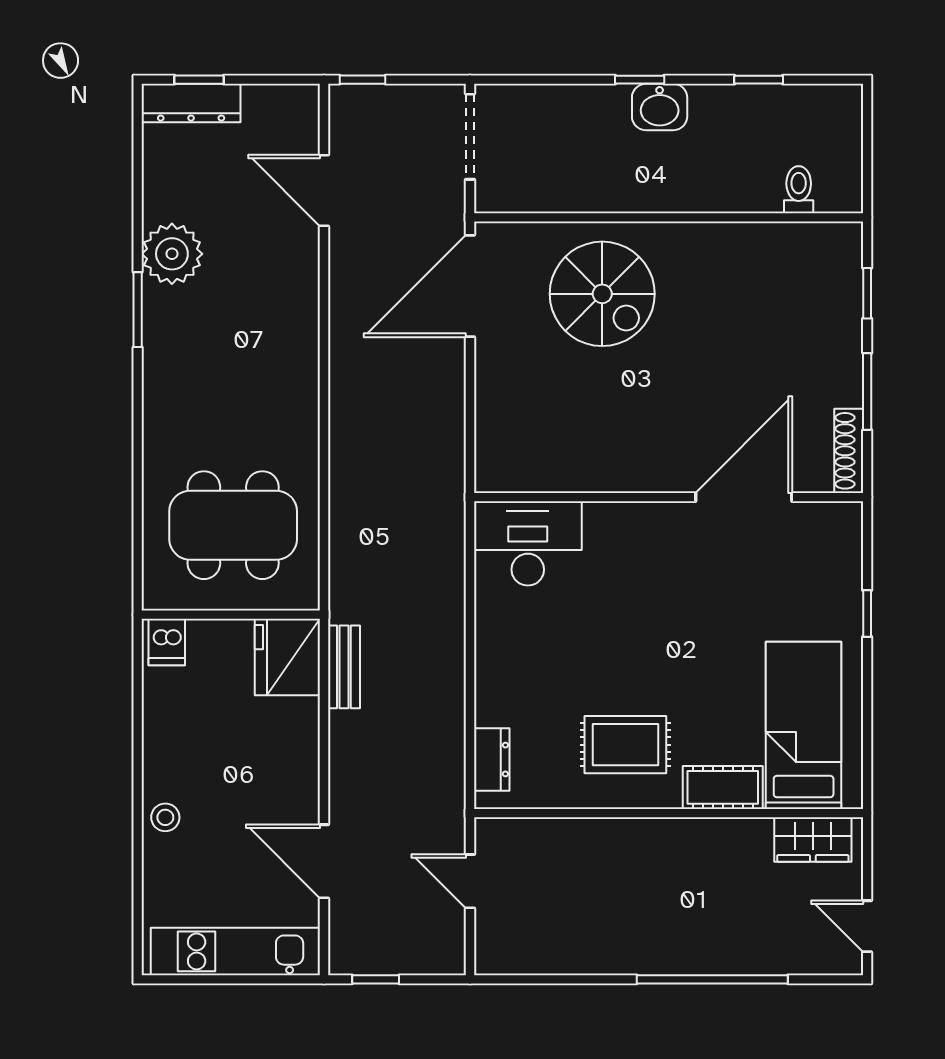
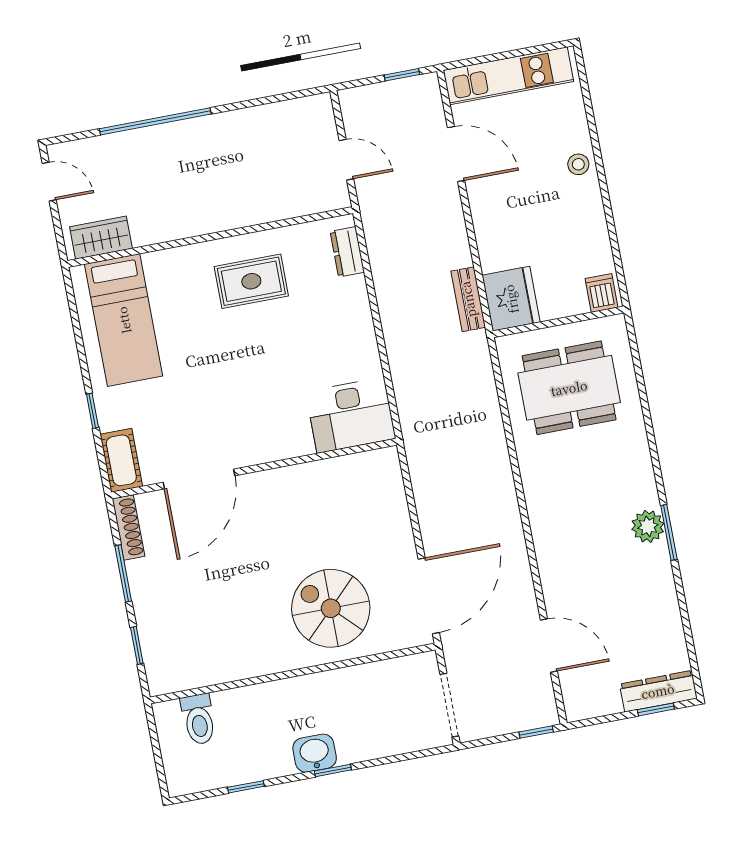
toilet: (799, 190) -> (199, 719), width x1.37, depth x1.39
plant: (172, 254) -> (648, 526), moved, width x0.73, depth x0.73
cot: (723, 787) -> (121, 460), moved, turned 90

